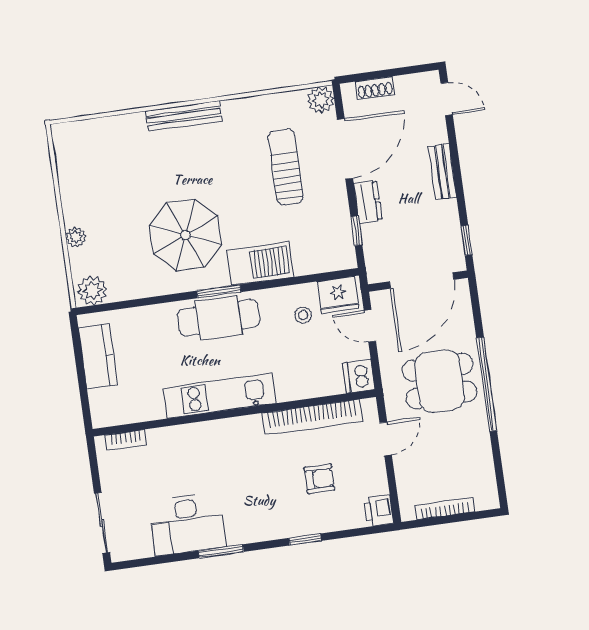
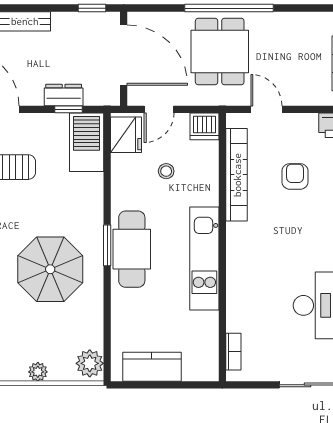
dresser: (368, 202) -> (64, 95), moved
barbecue: (260, 264) -> (87, 142), moved
stool: (303, 315) -> (166, 171), moved

